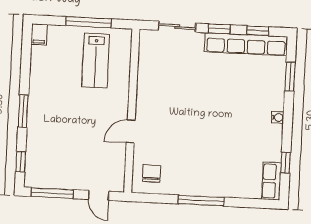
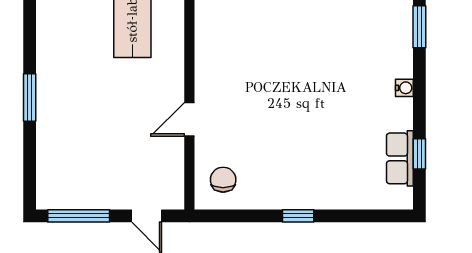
window: (21, 162) -> (30, 172), removed
row of seats: (271, 181) -> (400, 158), moved
window: (201, 201) -> (298, 216), width x0.46

